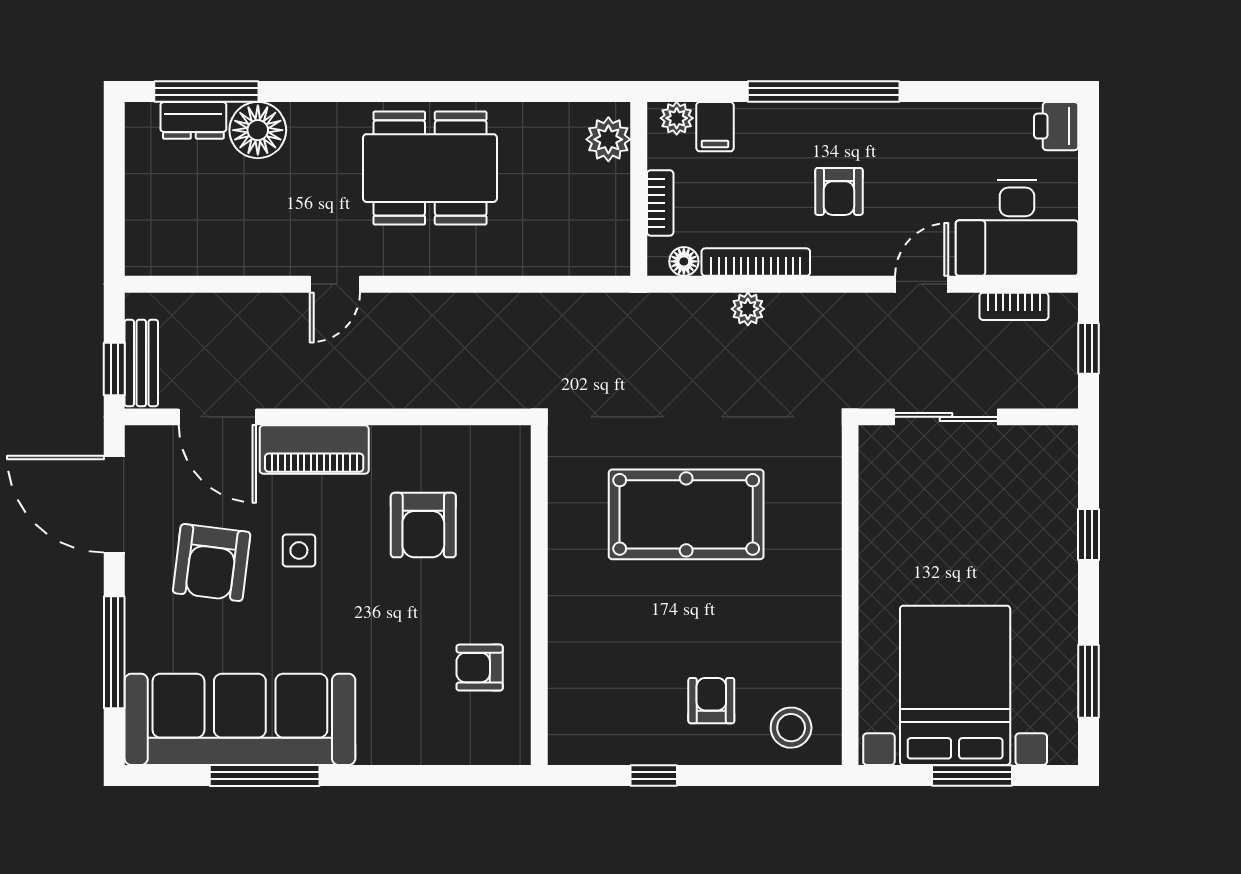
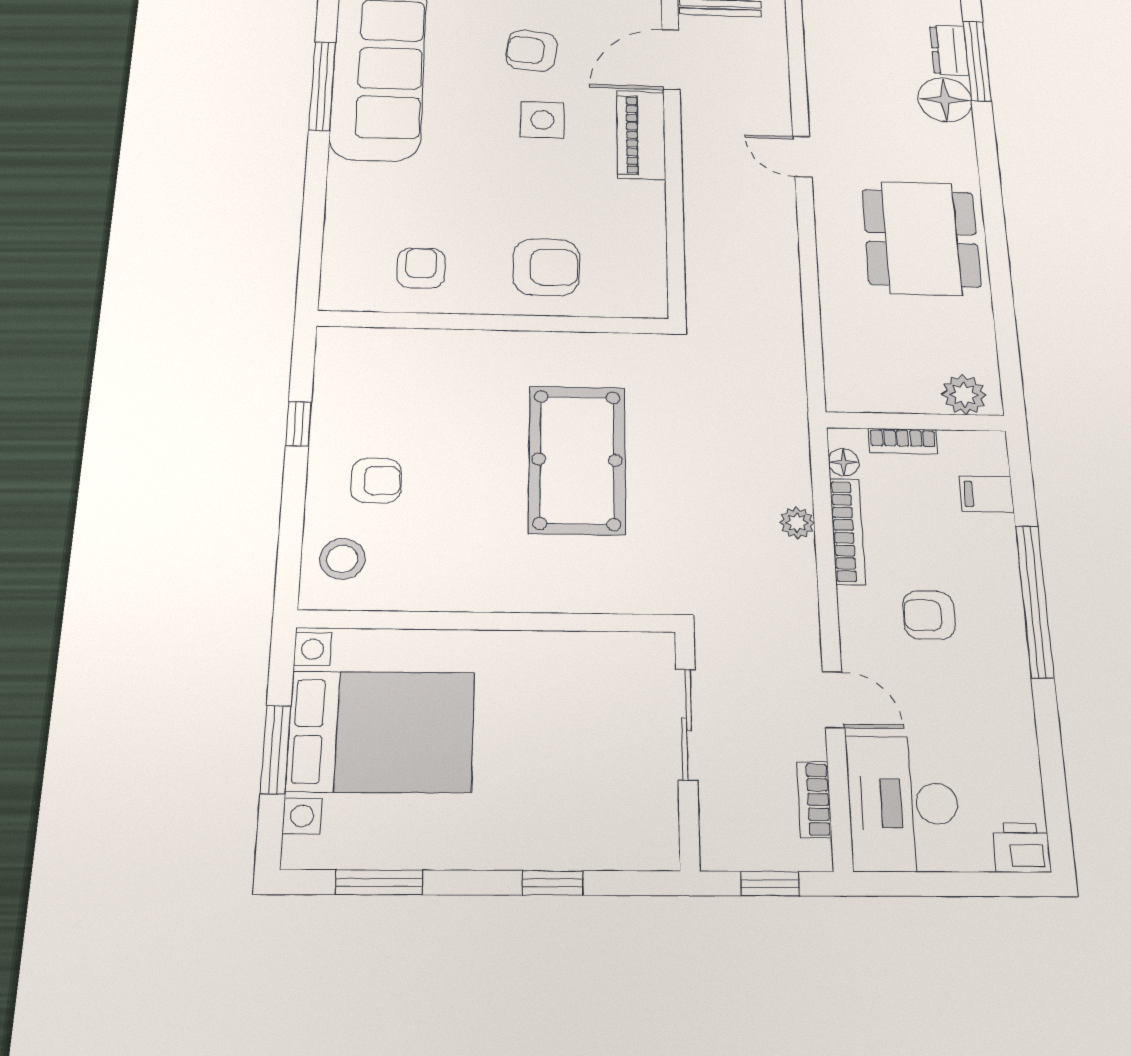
plant: (677, 118) -> (992, 458), removed
armchair: (423, 525) -> (546, 267), moved, turned 180
side table: (299, 550) -> (542, 120), width x1.37, depth x1.37
armchair: (212, 563) -> (532, 51), width x0.72, depth x0.72

